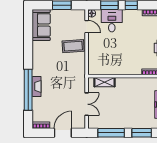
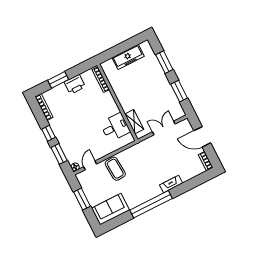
desk: (112, 21) -> (115, 127), moved, turned 180
window: (28, 90) -> (151, 204), moved
window: (111, 133) -> (179, 91), width x0.69

